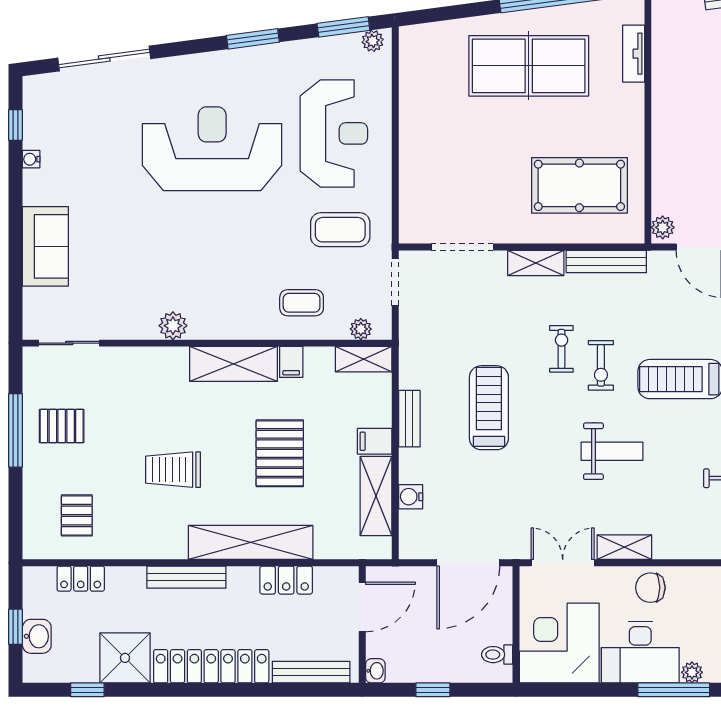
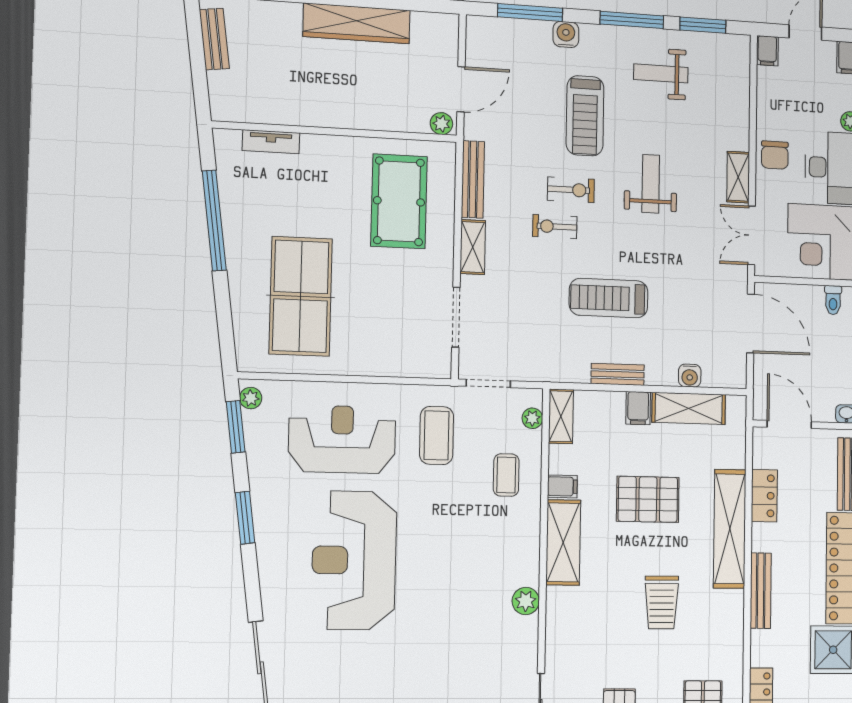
table tennis table: (529, 66) -> (301, 296), moved

